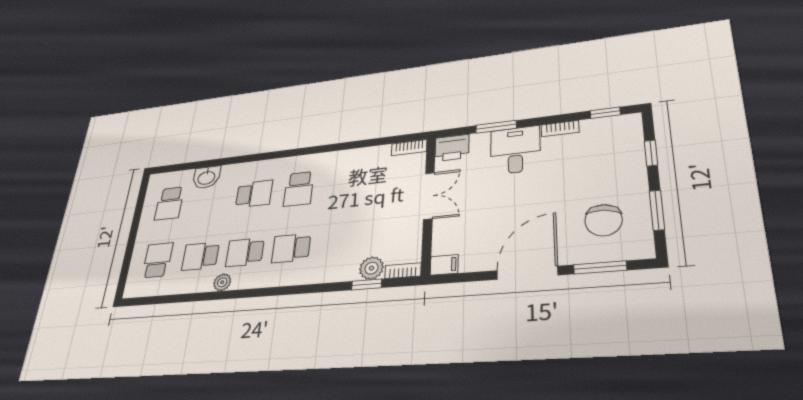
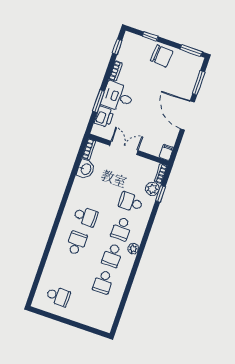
printer: (452, 148) -> (104, 117), moved
washbasin: (206, 177) -> (86, 169), moved
window: (657, 210) -> (191, 51), moved
chair: (603, 220) -> (162, 56), moved
school desk: (157, 260) -> (131, 202), moved
plant: (222, 282) -> (133, 249), moved

